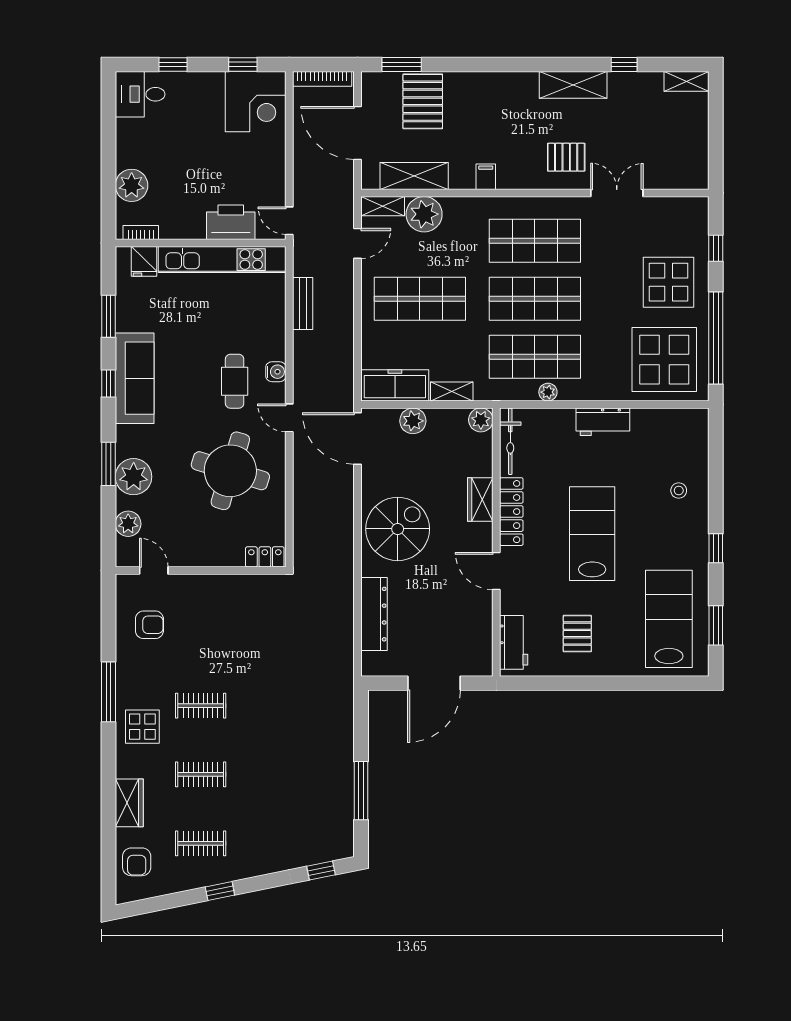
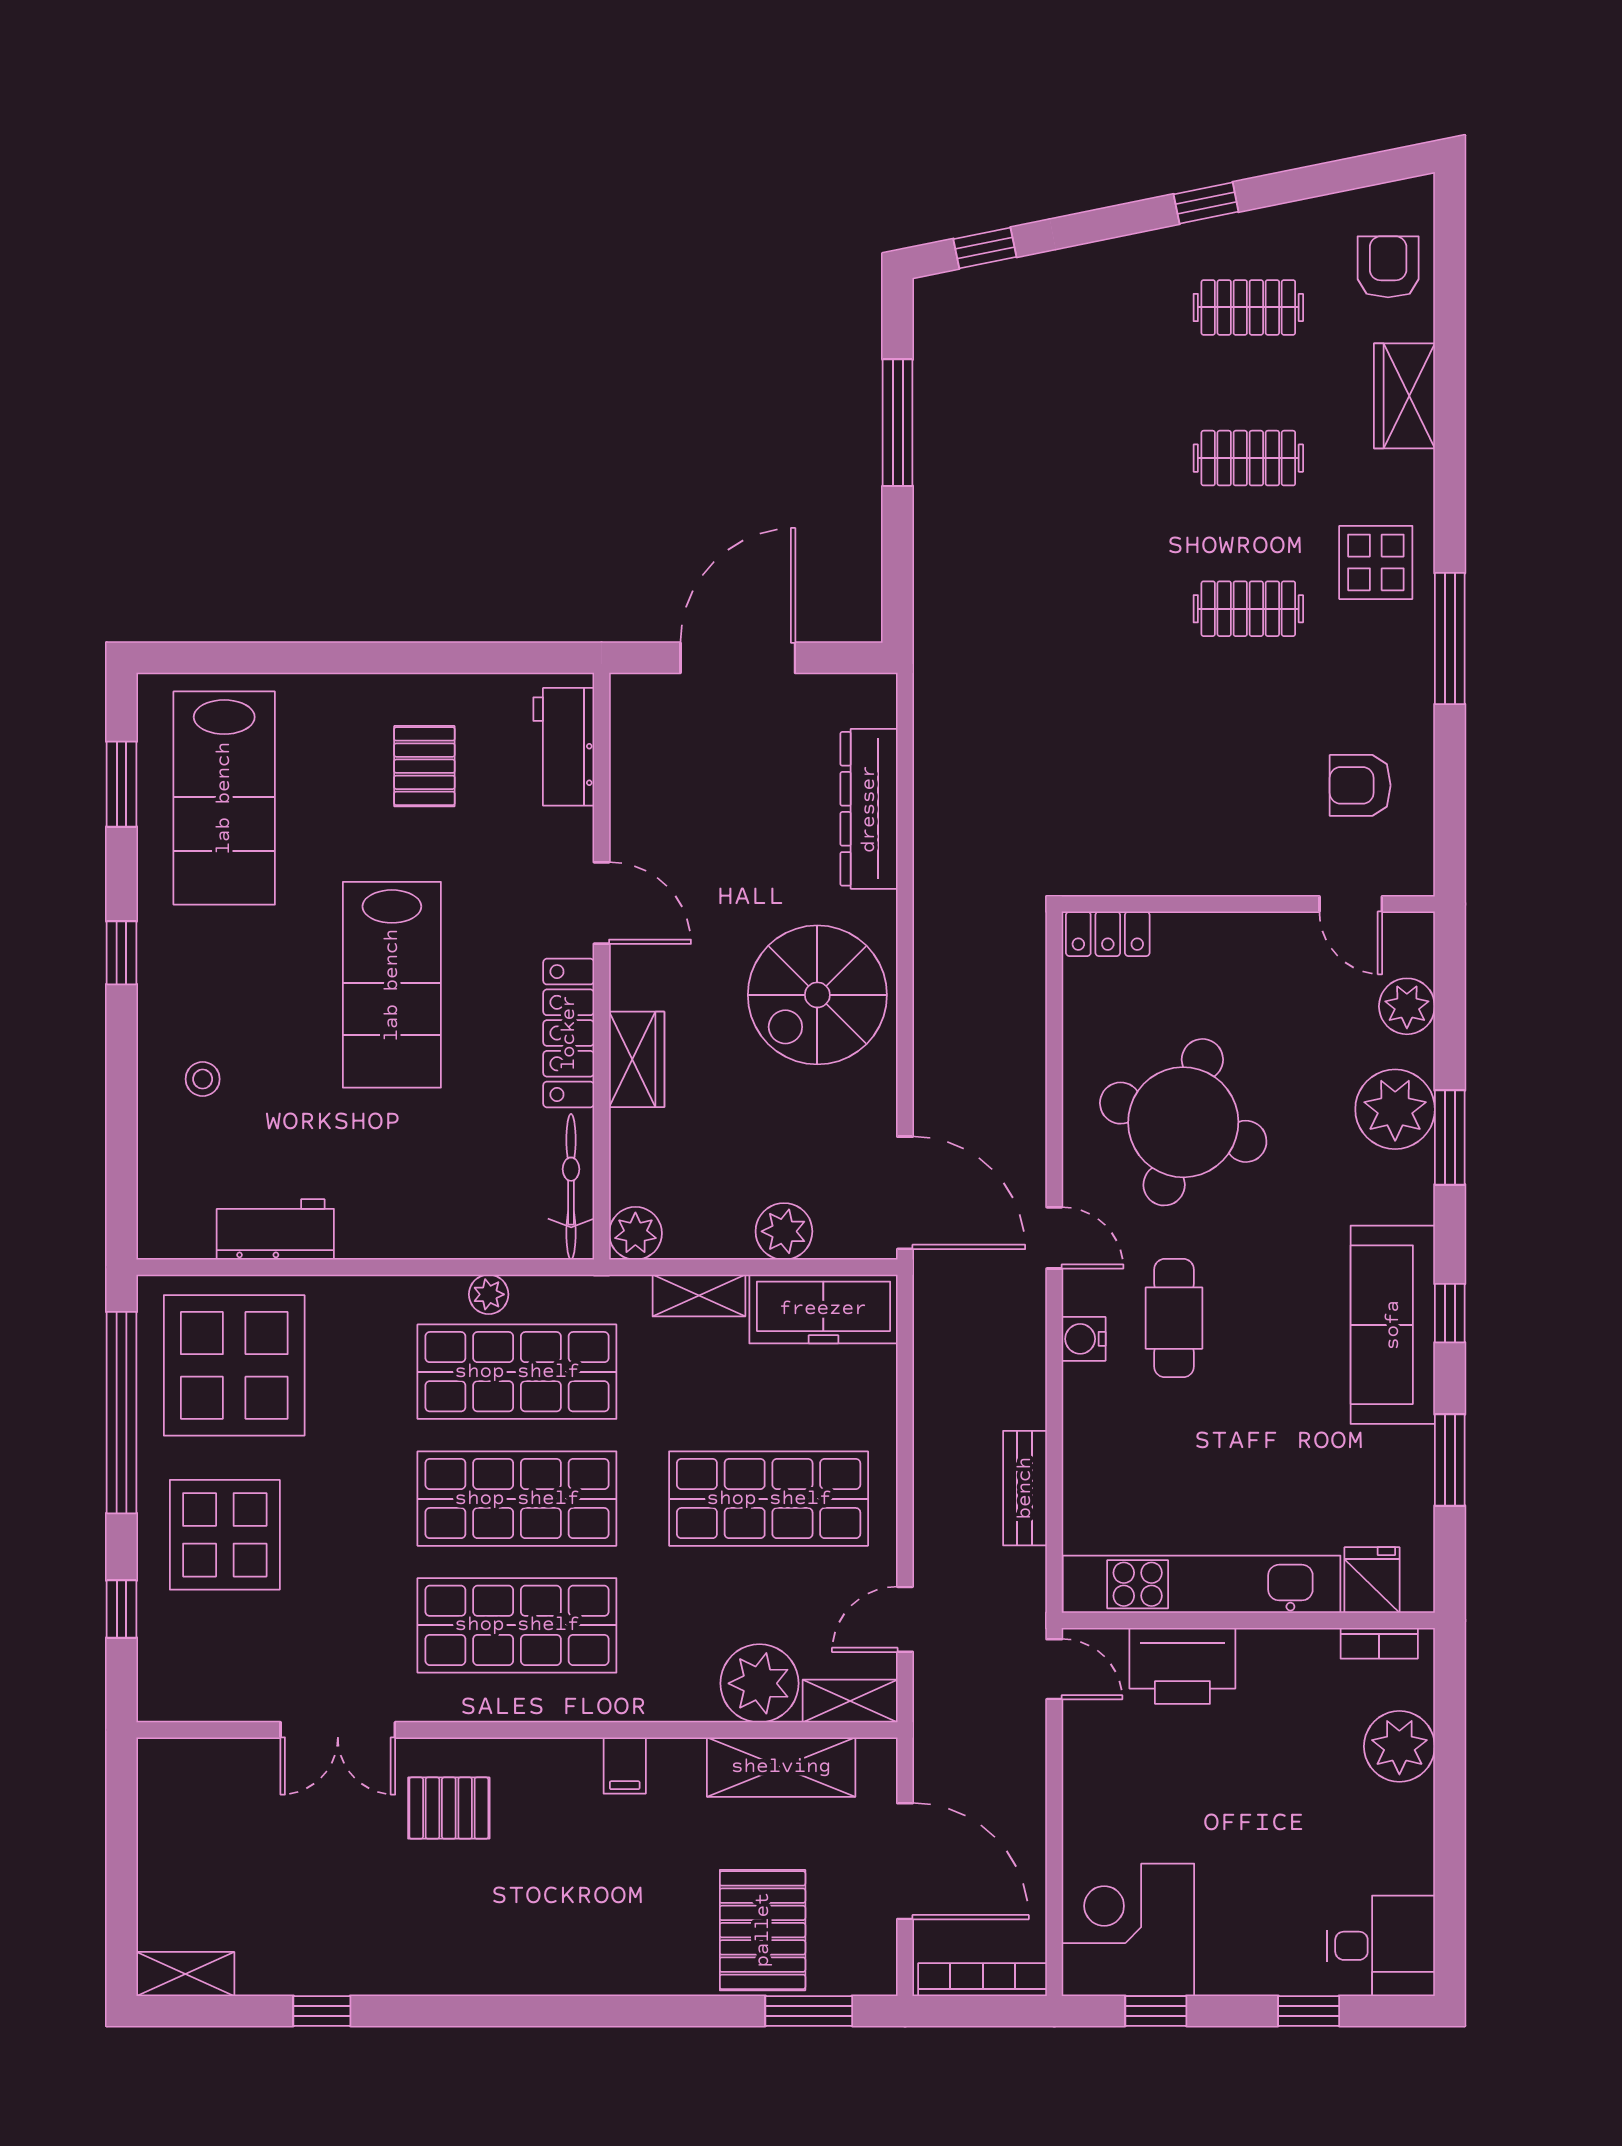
shelving: (573, 85) -> (434, 1966), removed
workbench: (603, 422) -> (275, 1229), moved

